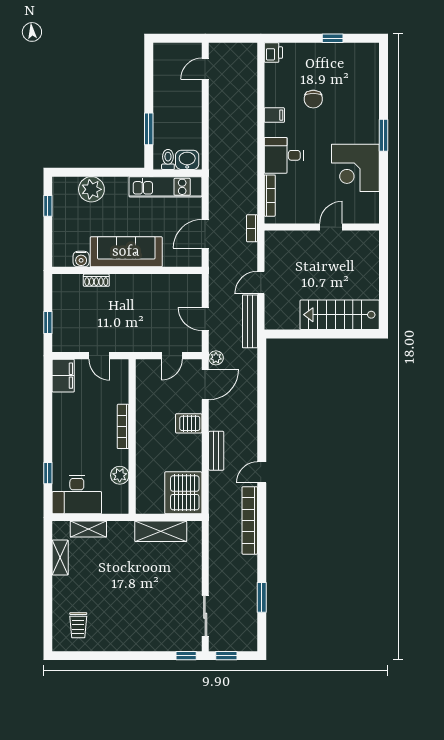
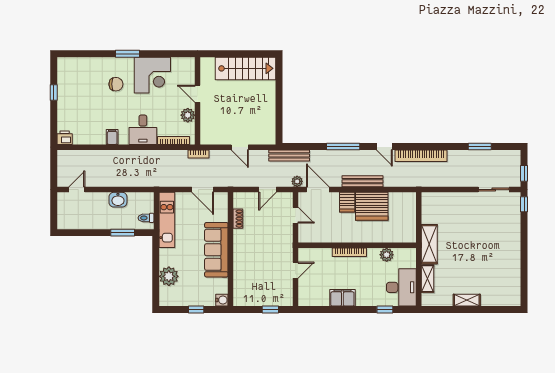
door: (205, 69) -> (77, 190), swing flipped
chair: (313, 99) -> (116, 84), moved
washbasin: (187, 160) -> (118, 200), moved, turned -90
window: (48, 206) -> (196, 309), moved
plant: (303, 214) -> (188, 115), added
water cooler: (81, 259) -> (222, 300), moved
shoe rack: (96, 280) -> (238, 219), moved
stairs: (340, 315) -> (246, 68), moved, turned -90
bench: (250, 321) -> (289, 155), moved
filing cabinet: (63, 376) -> (342, 298), moved
window: (262, 418) -> (343, 146), added
bench: (216, 451) -> (363, 181), width x1.36
server rack: (183, 493) -> (372, 206), moved
shelving: (161, 531) -> (429, 244), moved
shelving: (60, 557) -> (467, 300), moved
trolley: (78, 625) -> (501, 286), removed

